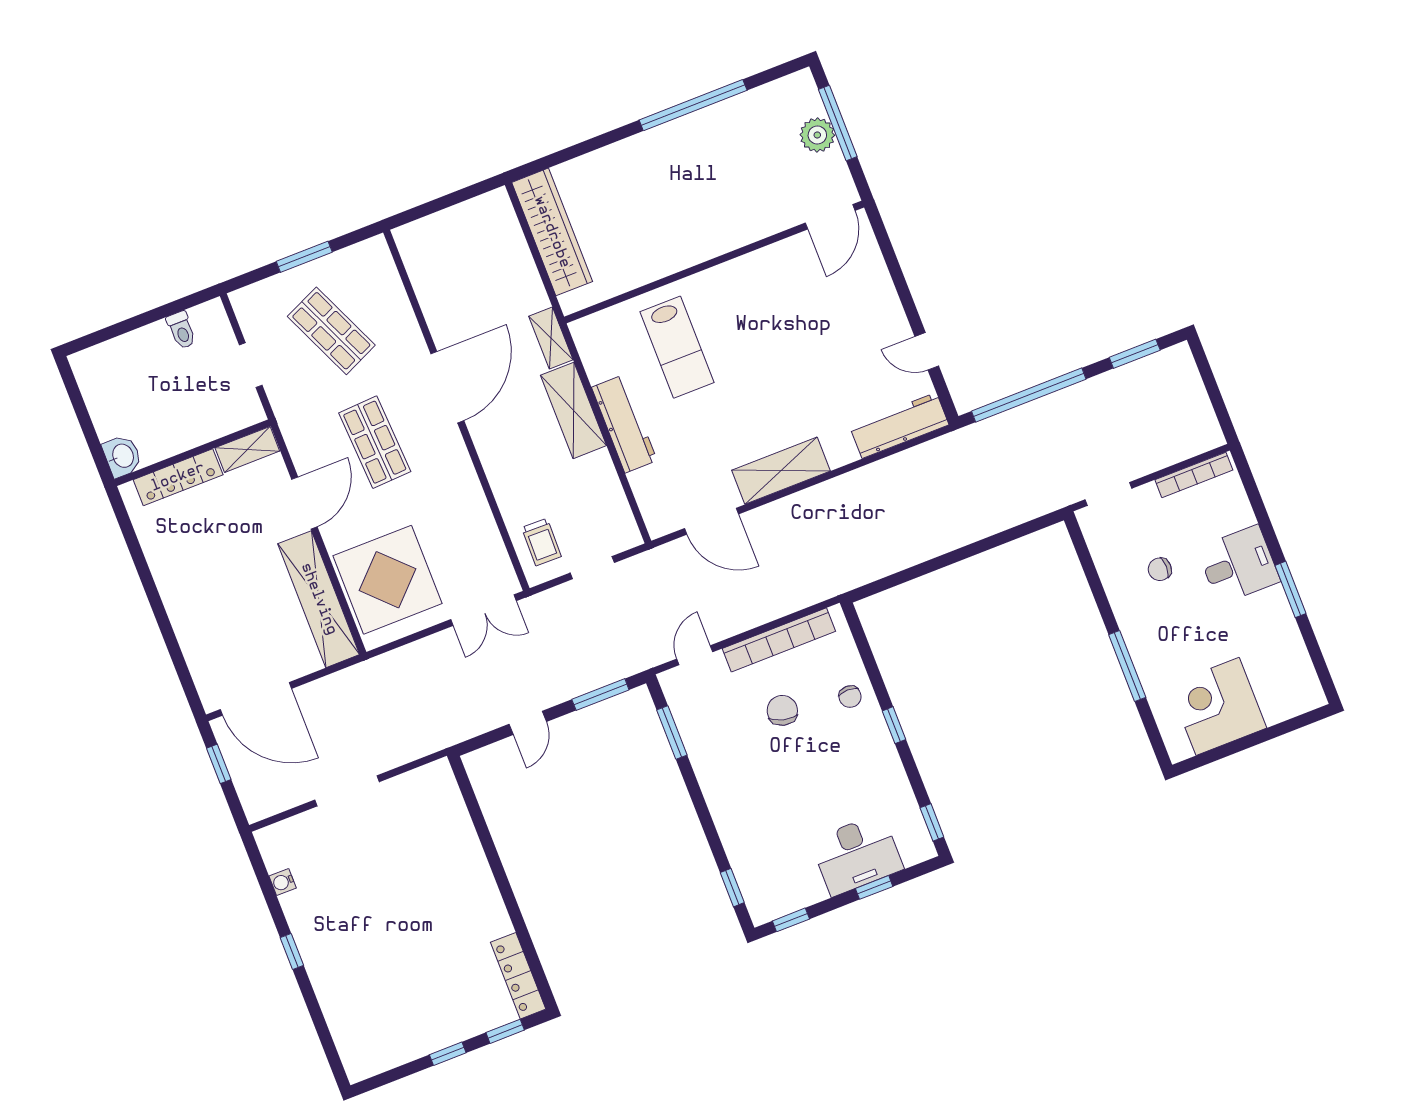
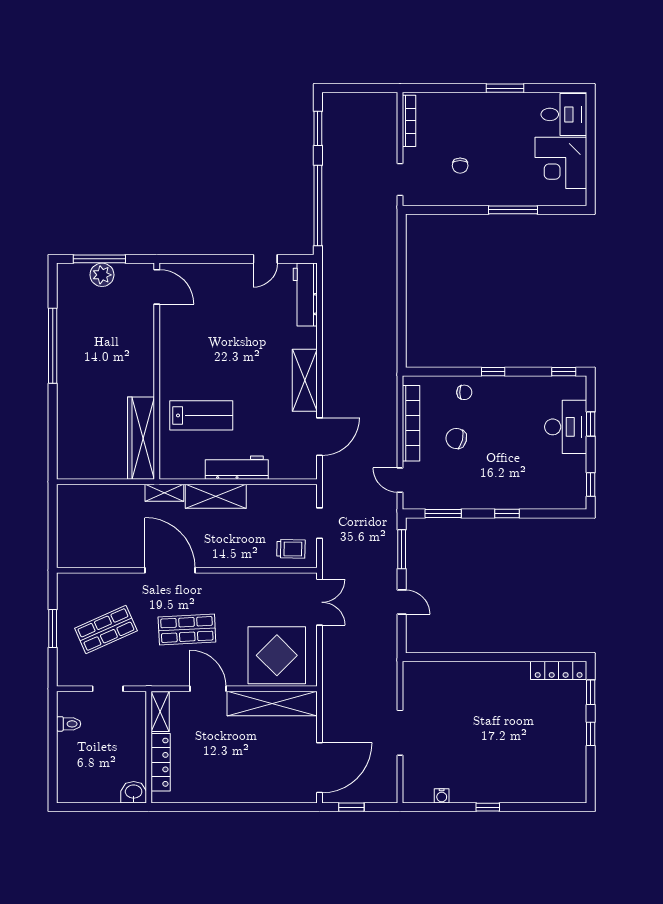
wardrobe: (552, 232) -> (141, 438), moved, turned -90
desk: (1238, 565) -> (564, 114), moved, turned 90
window: (732, 888) -> (507, 513), moved

